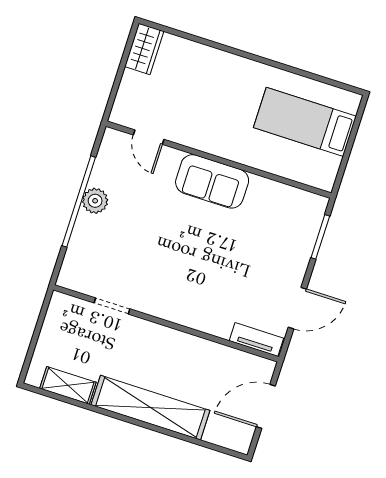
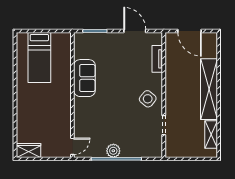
door: (149, 137) -> (72, 146), moved
sofa: (212, 181) -> (84, 78), moved
side table: (168, 292) -> (148, 99), added
tv unit: (256, 340) -> (157, 59), moved

